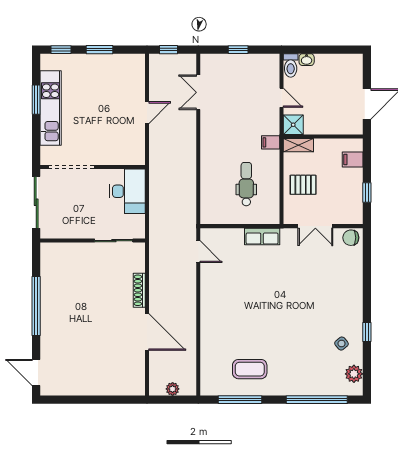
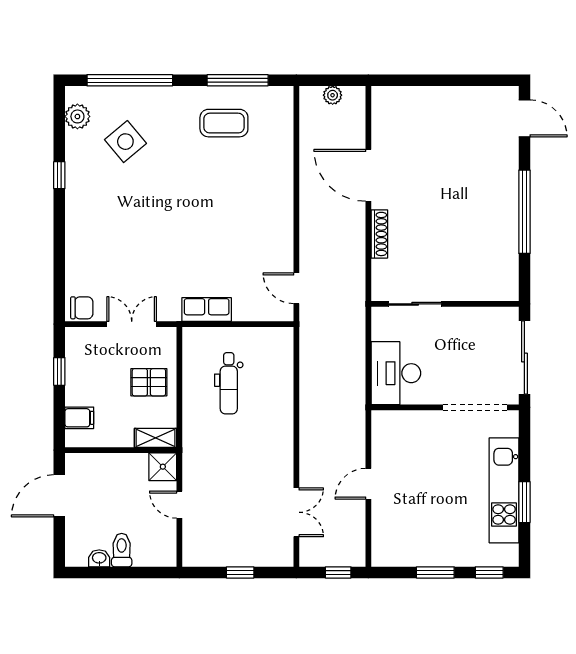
washbasin: (307, 60) -> (99, 558), moved
toilet: (291, 65) -> (122, 550), moved
filing cabinet: (271, 142) -> (195, 442), removed
side table: (342, 344) -> (125, 142), moved, width x1.87, depth x1.87

